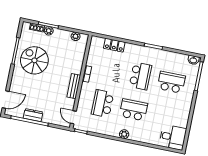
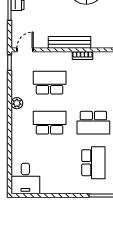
bench: (74, 86) -> (69, 42), width x1.36
school desk: (133, 110) -> (50, 123), turned -90
plant: (124, 134) -> (17, 103), moved

